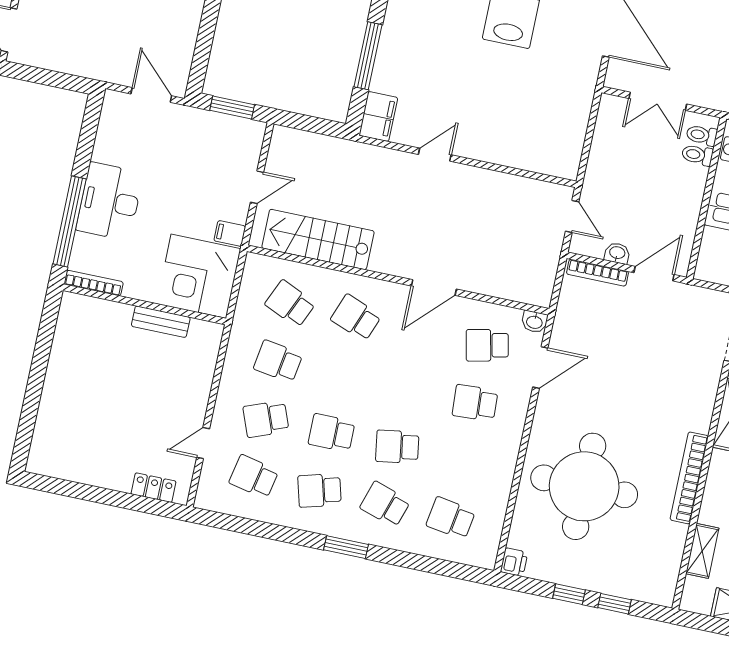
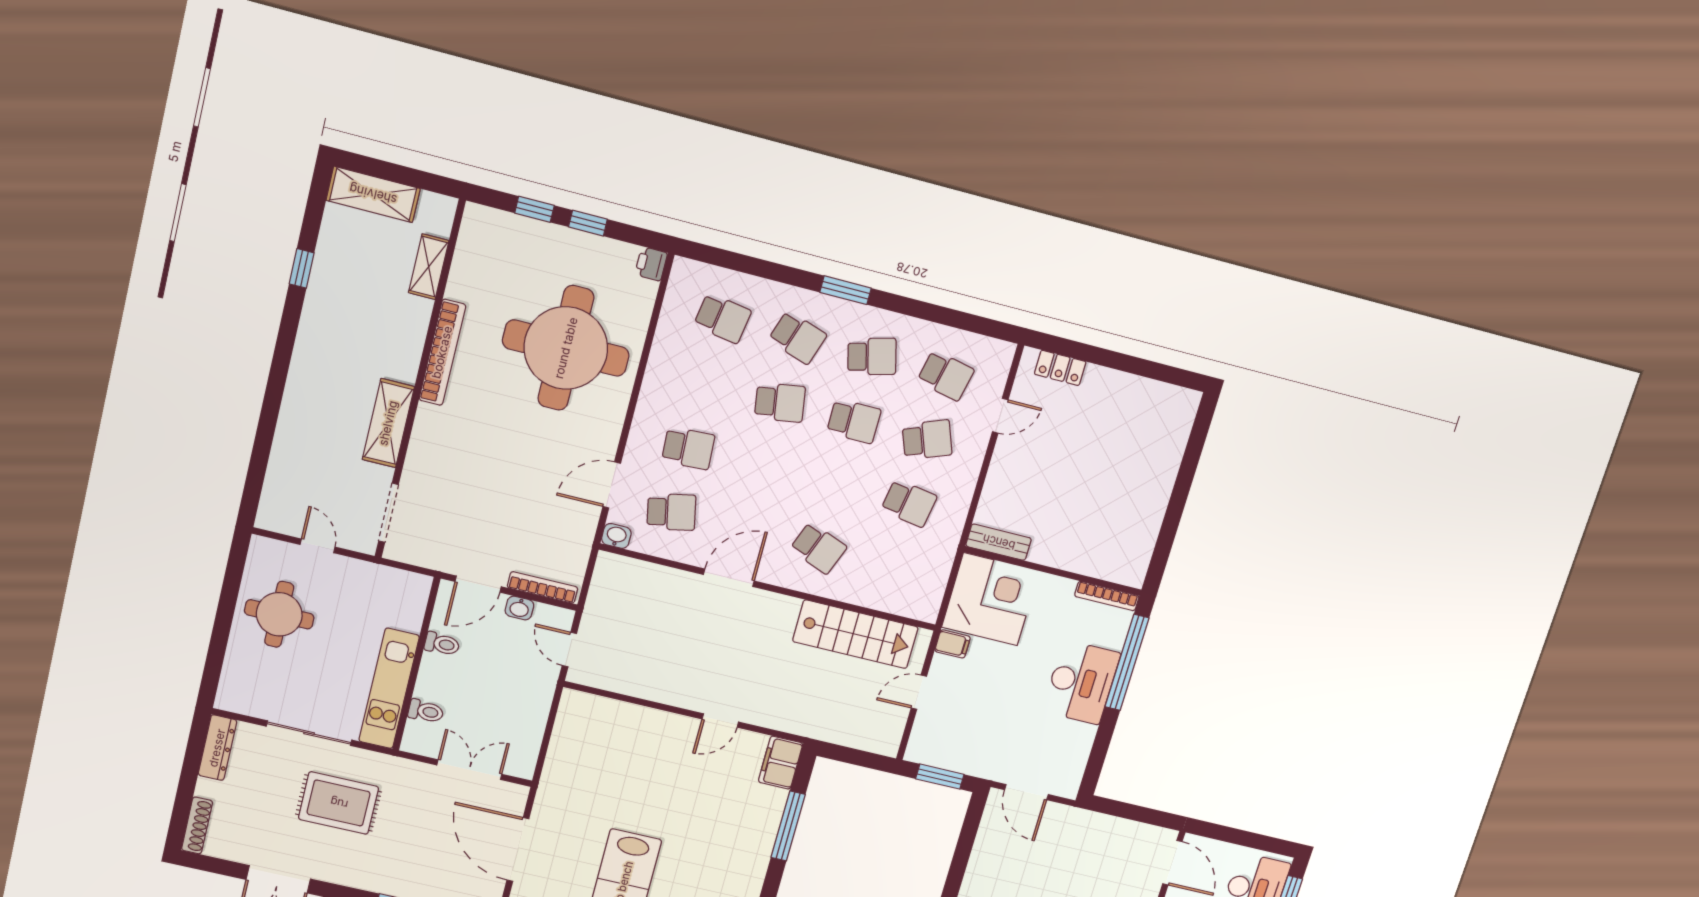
toilet: (702, 135) -> (442, 644), moved
school desk: (290, 304) -> (891, 566), removed
bench: (161, 322) -> (999, 542), moved

